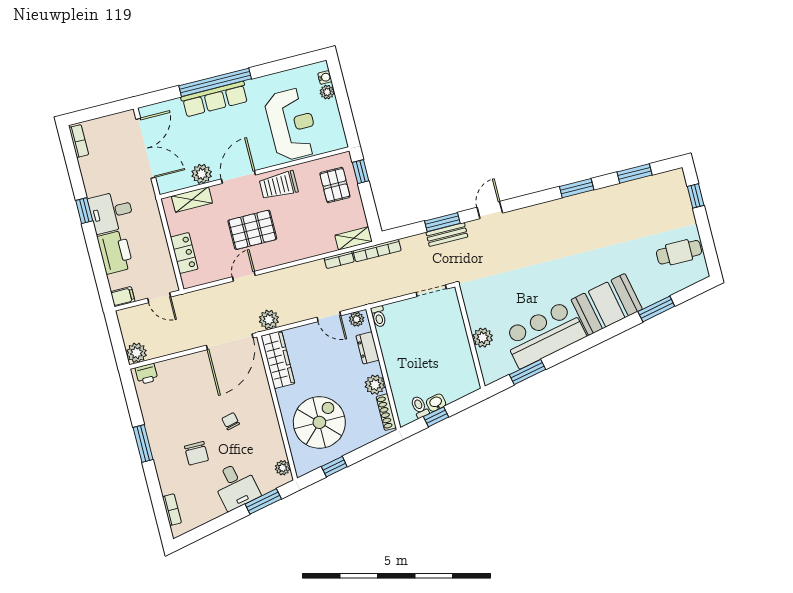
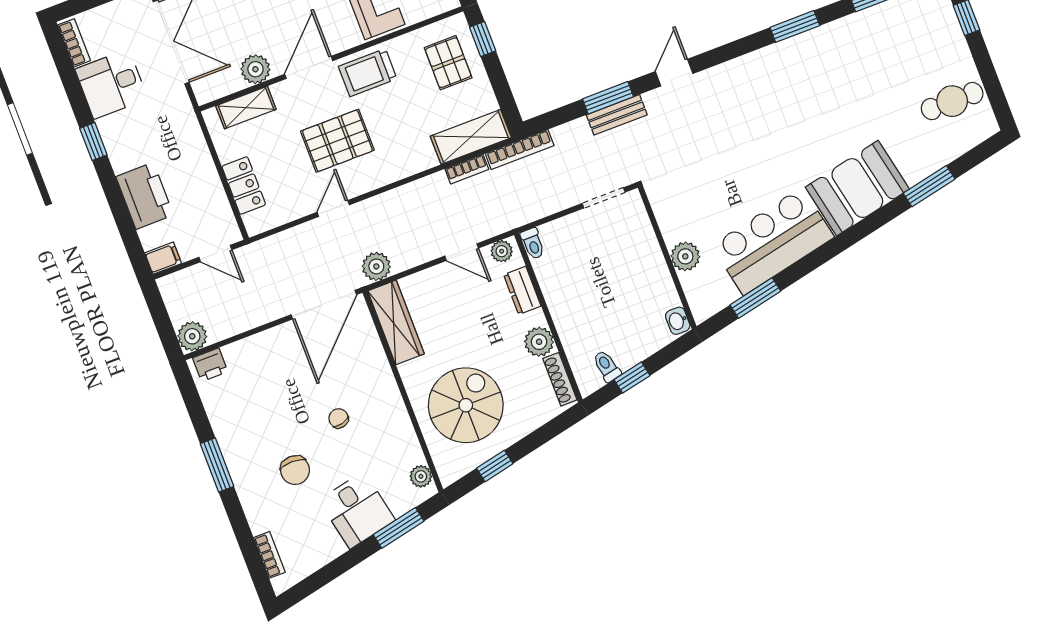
desk: (111, 212) -> (111, 84), moved
shelving: (354, 238) -> (471, 137), width x1.50, depth x1.33
washbasin: (436, 403) -> (678, 321), moved, turned -78

